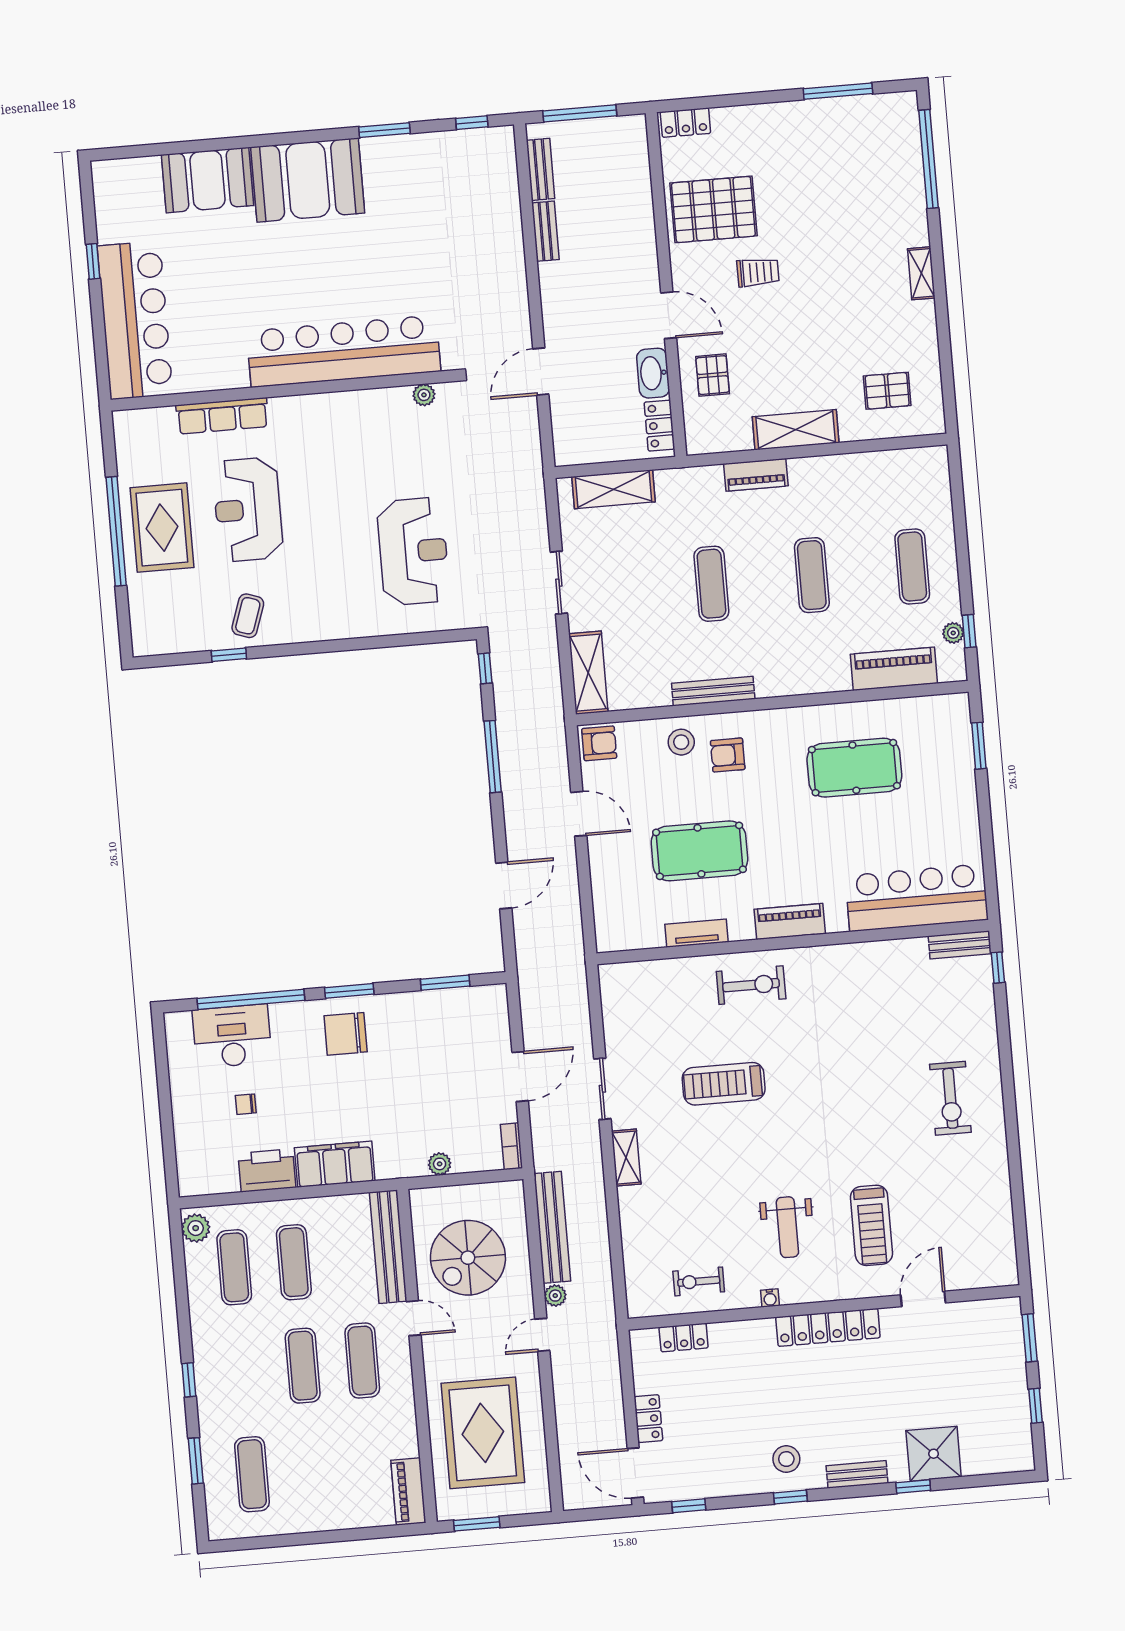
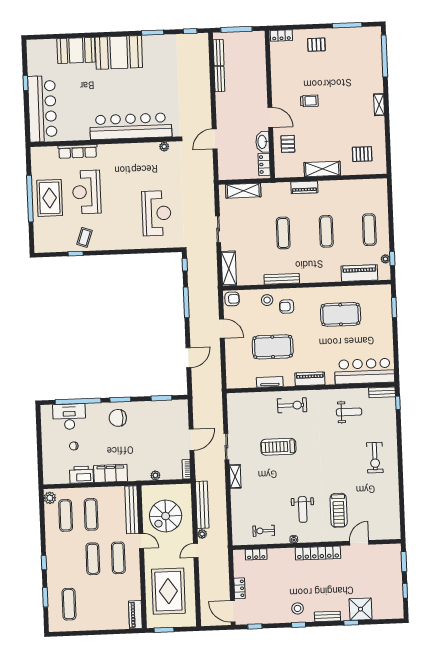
pallet: (713, 209) -> (316, 45), moved, width x0.49, depth x0.50
weight bench: (885, 994) -> (349, 412), added

